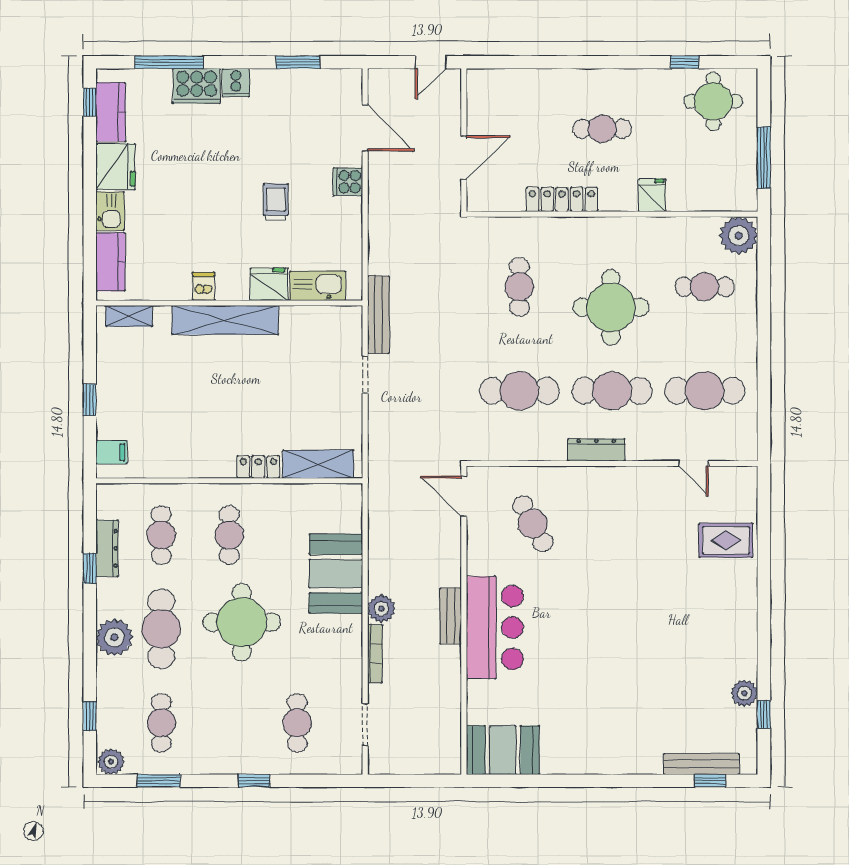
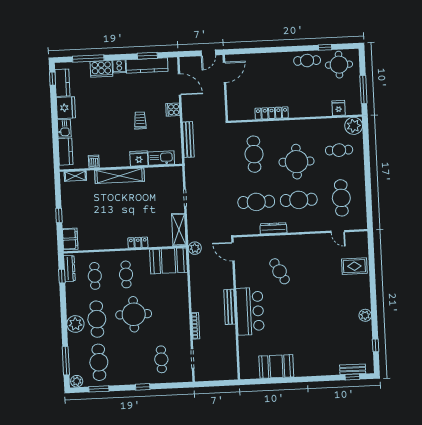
kitchen counter: (296, 83) -> (147, 65), added
cafe table: (602, 129) -> (307, 61), moved
door: (464, 158) -> (225, 72), moved
fridge: (652, 195) -> (339, 108), moved
dishwasher: (204, 286) -> (94, 162), moved
cafe table: (519, 287) -> (254, 154), width x1.37, depth x1.35
bench: (378, 315) -> (188, 140), moved
cafe table: (705, 391) -> (341, 198), turned 90
dresser: (596, 450) -> (273, 228), moved
filing cabinet: (111, 452) -> (70, 239), width x2.00
shelving: (318, 464) -> (179, 230), moved, turned 90
cafe table: (533, 524) -> (280, 271), moved
dresser: (107, 548) -> (69, 268), moved
window: (90, 568) -> (62, 276), moved
booth: (336, 574) -> (168, 261), moved, turned 90
plant: (381, 609) -> (195, 248), moved
bench: (451, 616) -> (230, 307), width x1.36
plant: (744, 693) -> (365, 315), moved
window: (90, 716) -> (66, 361), width x2.17
cafe table: (161, 723) -> (99, 362), width x1.37, depth x1.35
booth: (503, 750) -> (276, 366), moved
bench: (702, 764) -> (353, 369), width x0.73

